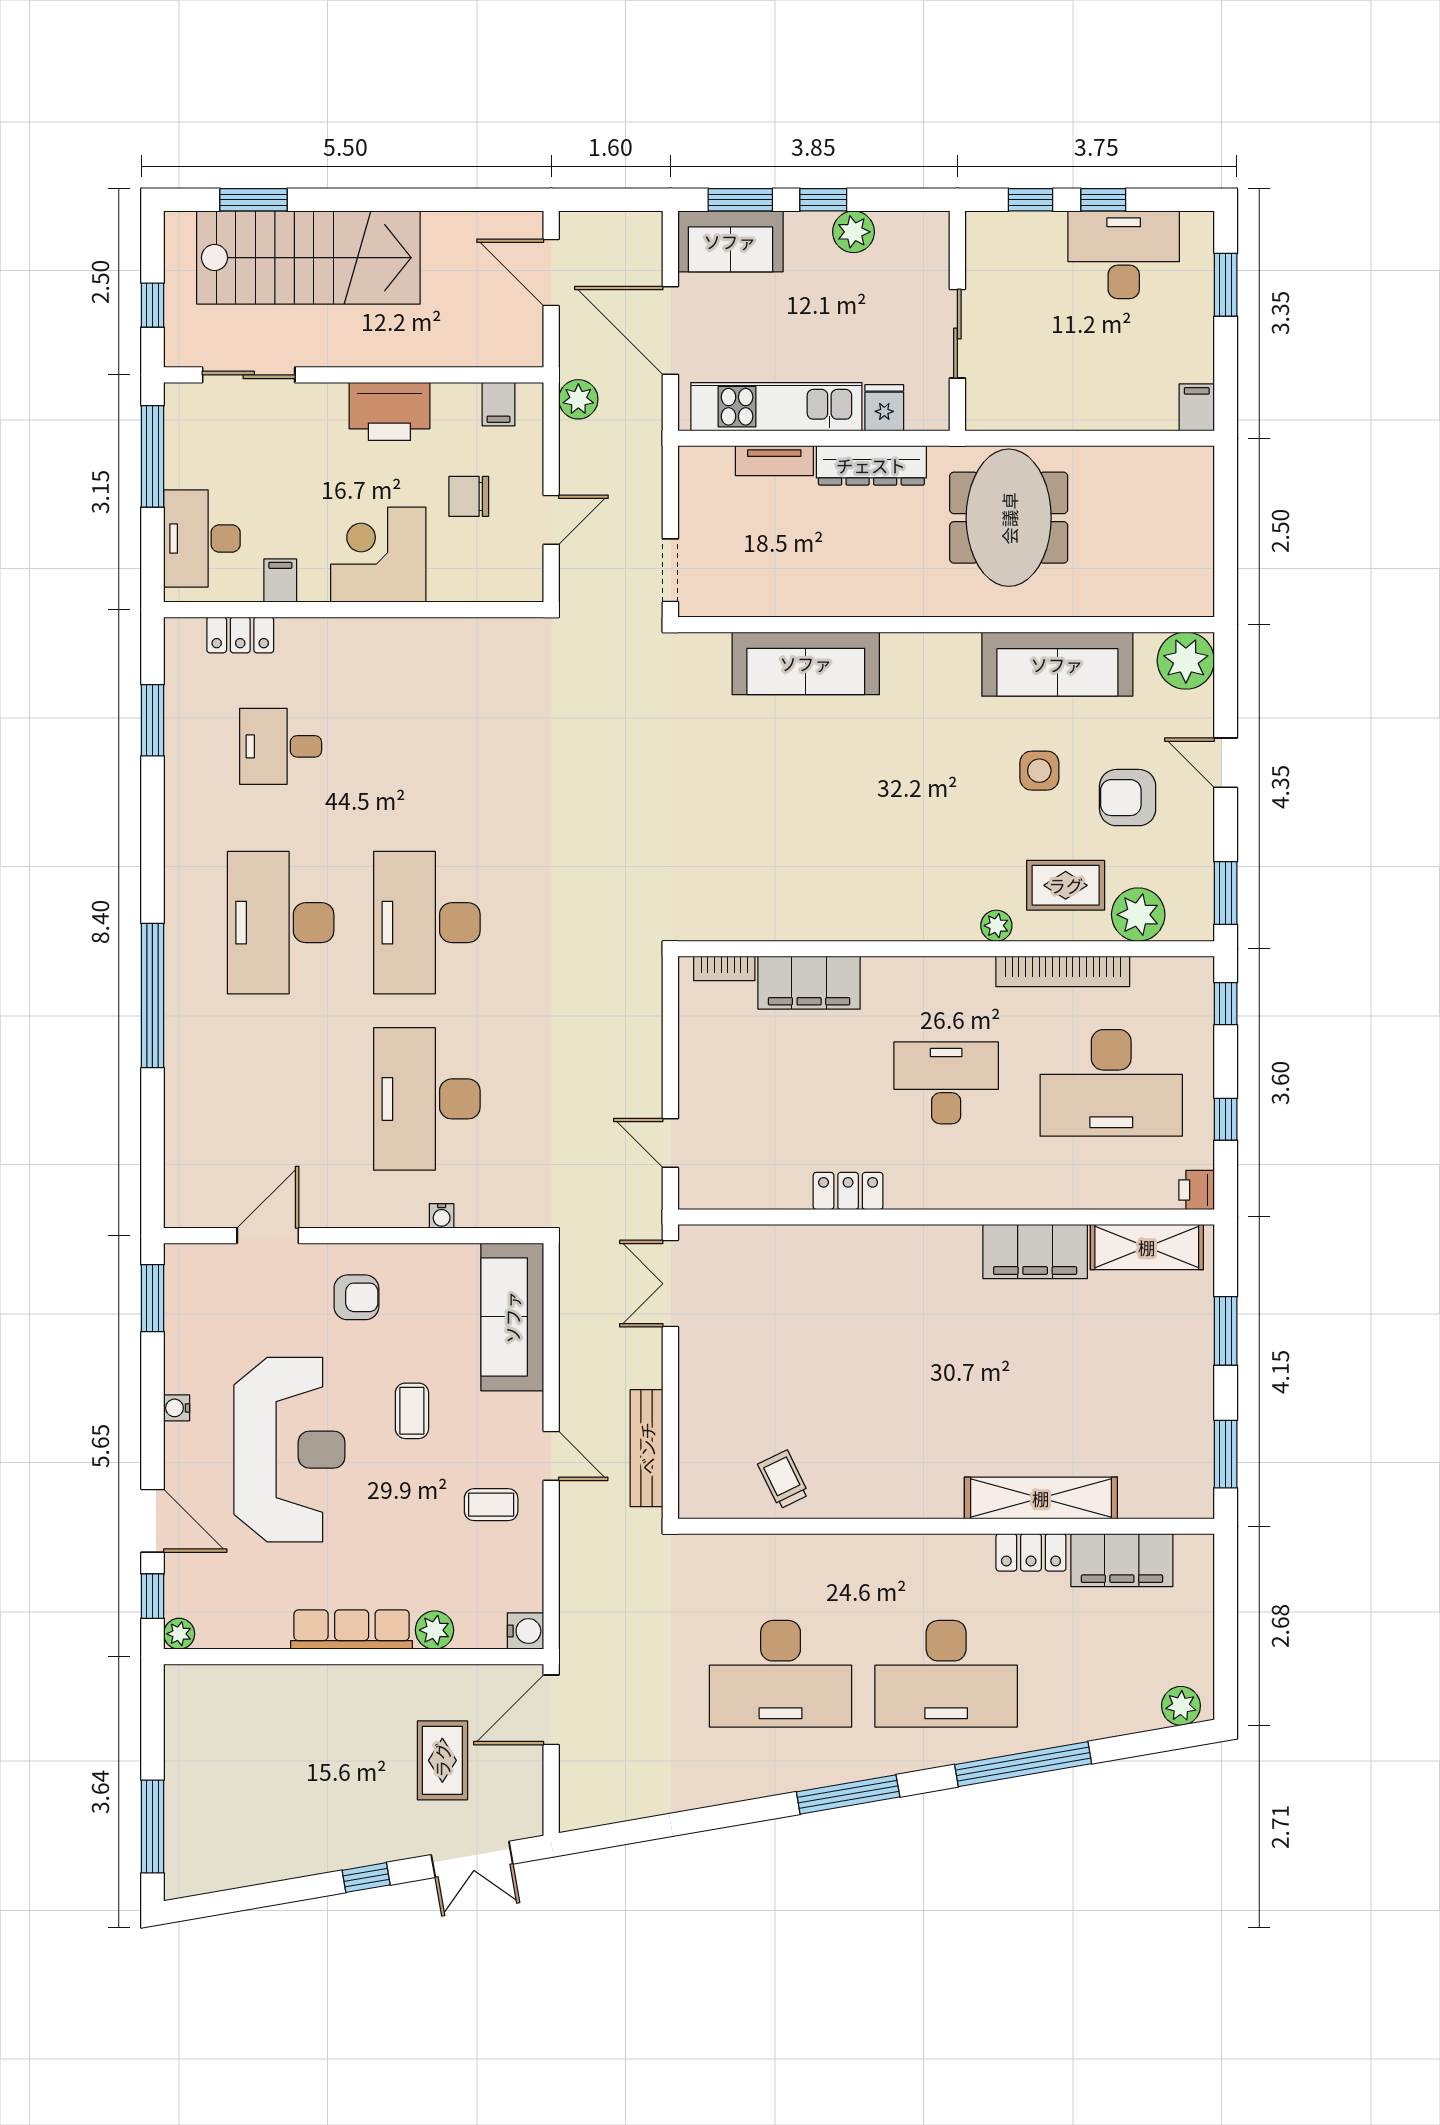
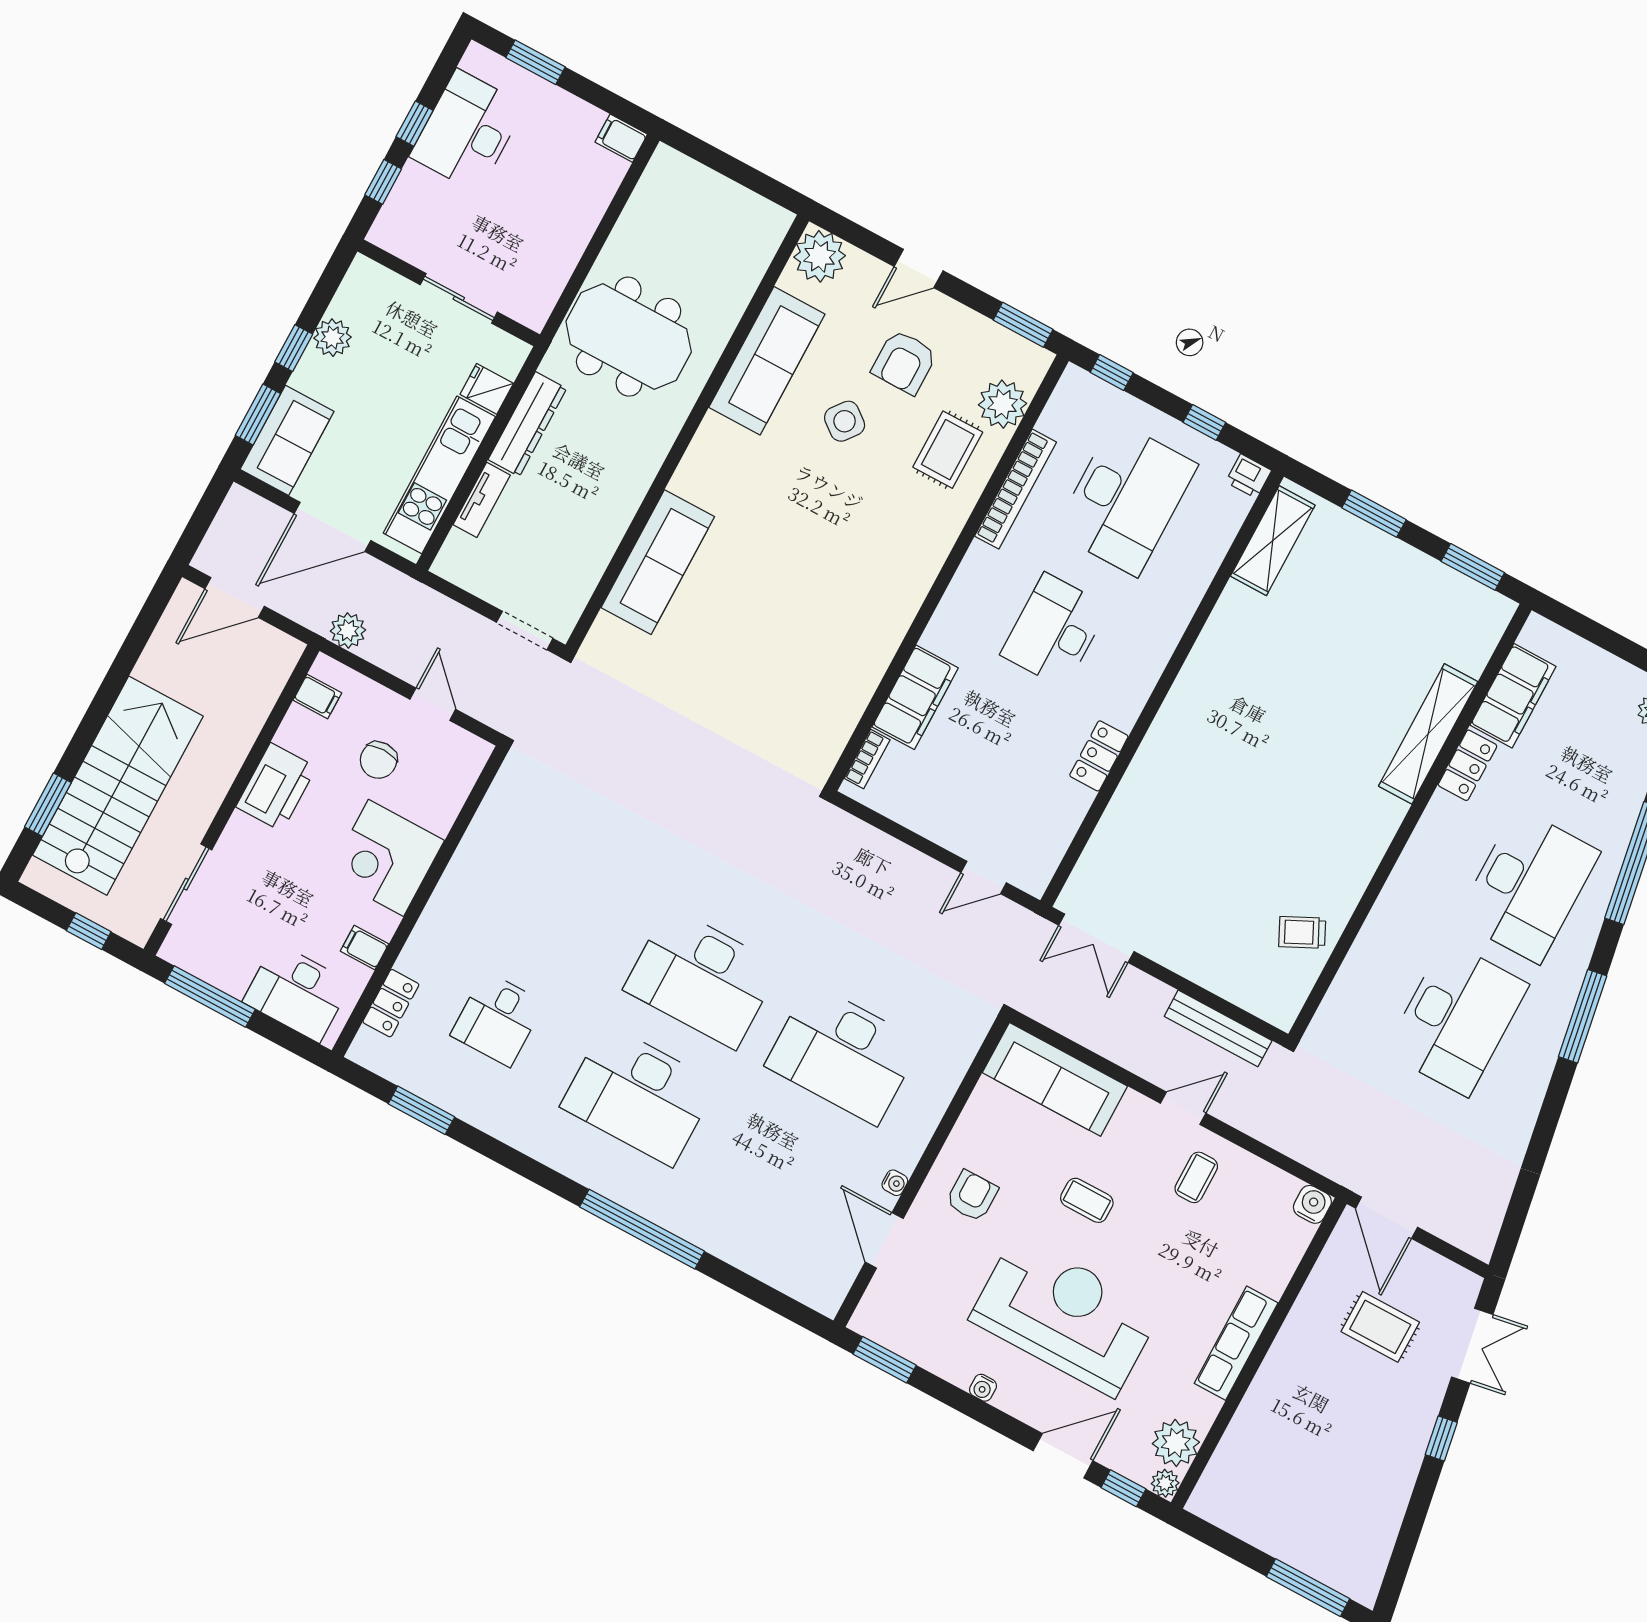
side table: (1039, 771) -> (845, 421), turned 38
plant: (996, 926) -> (950, 523), removed
water cooler: (442, 1216) -> (895, 1183), moved
filing cabinet: (1035, 1252) -> (1228, 632), removed
plant: (435, 1630) -> (1176, 1443), moved, width x1.36, depth x1.36

